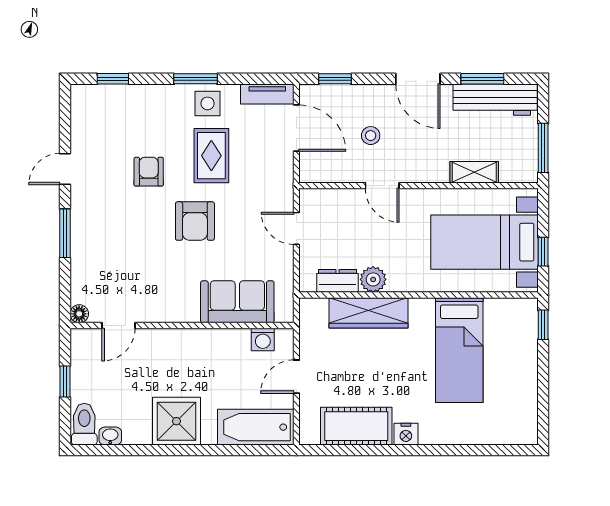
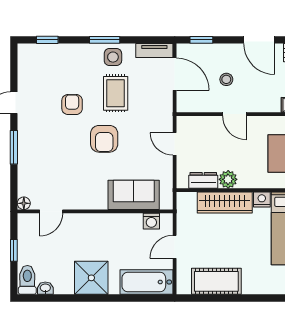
nightstand: (406, 434) -> (262, 200), moved, turned 180

